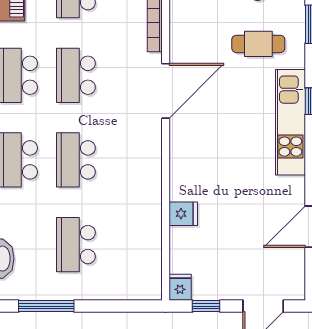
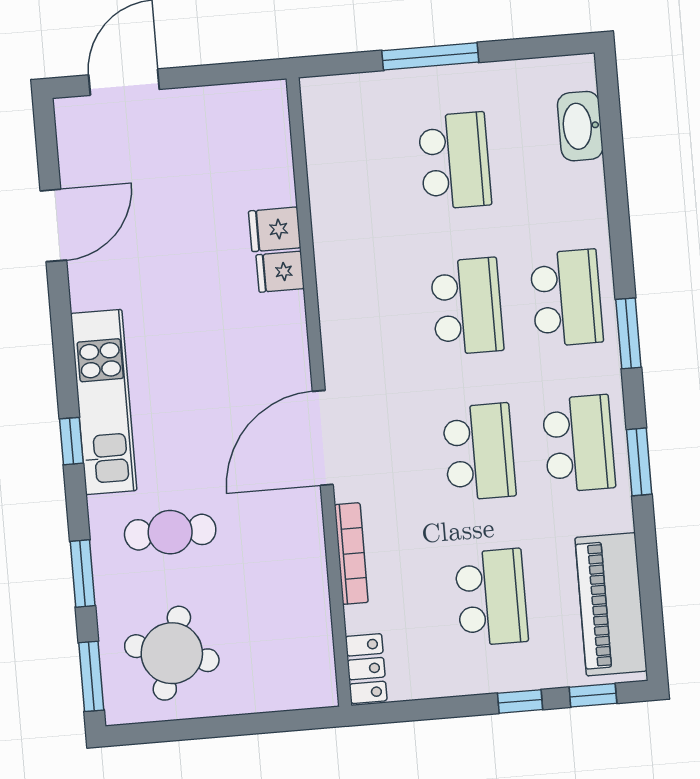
fridge: (180, 287) -> (280, 272), moved, turned 90
window: (46, 306) -> (430, 56), moved
window: (206, 306) -> (222, 74), removed

